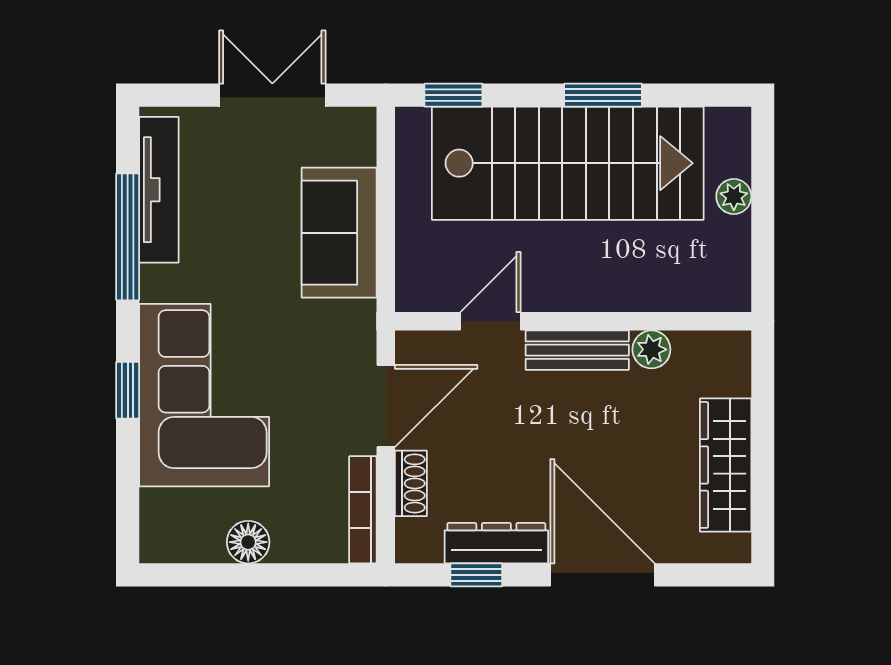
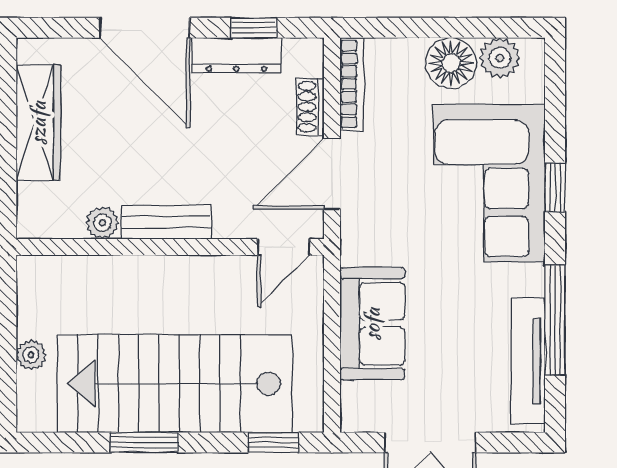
door: (490, 321) -> (283, 247), moved
plant: (192, 540) -> (500, 58), added
floor lamp: (248, 542) -> (451, 63), width x1.38, depth x1.38

